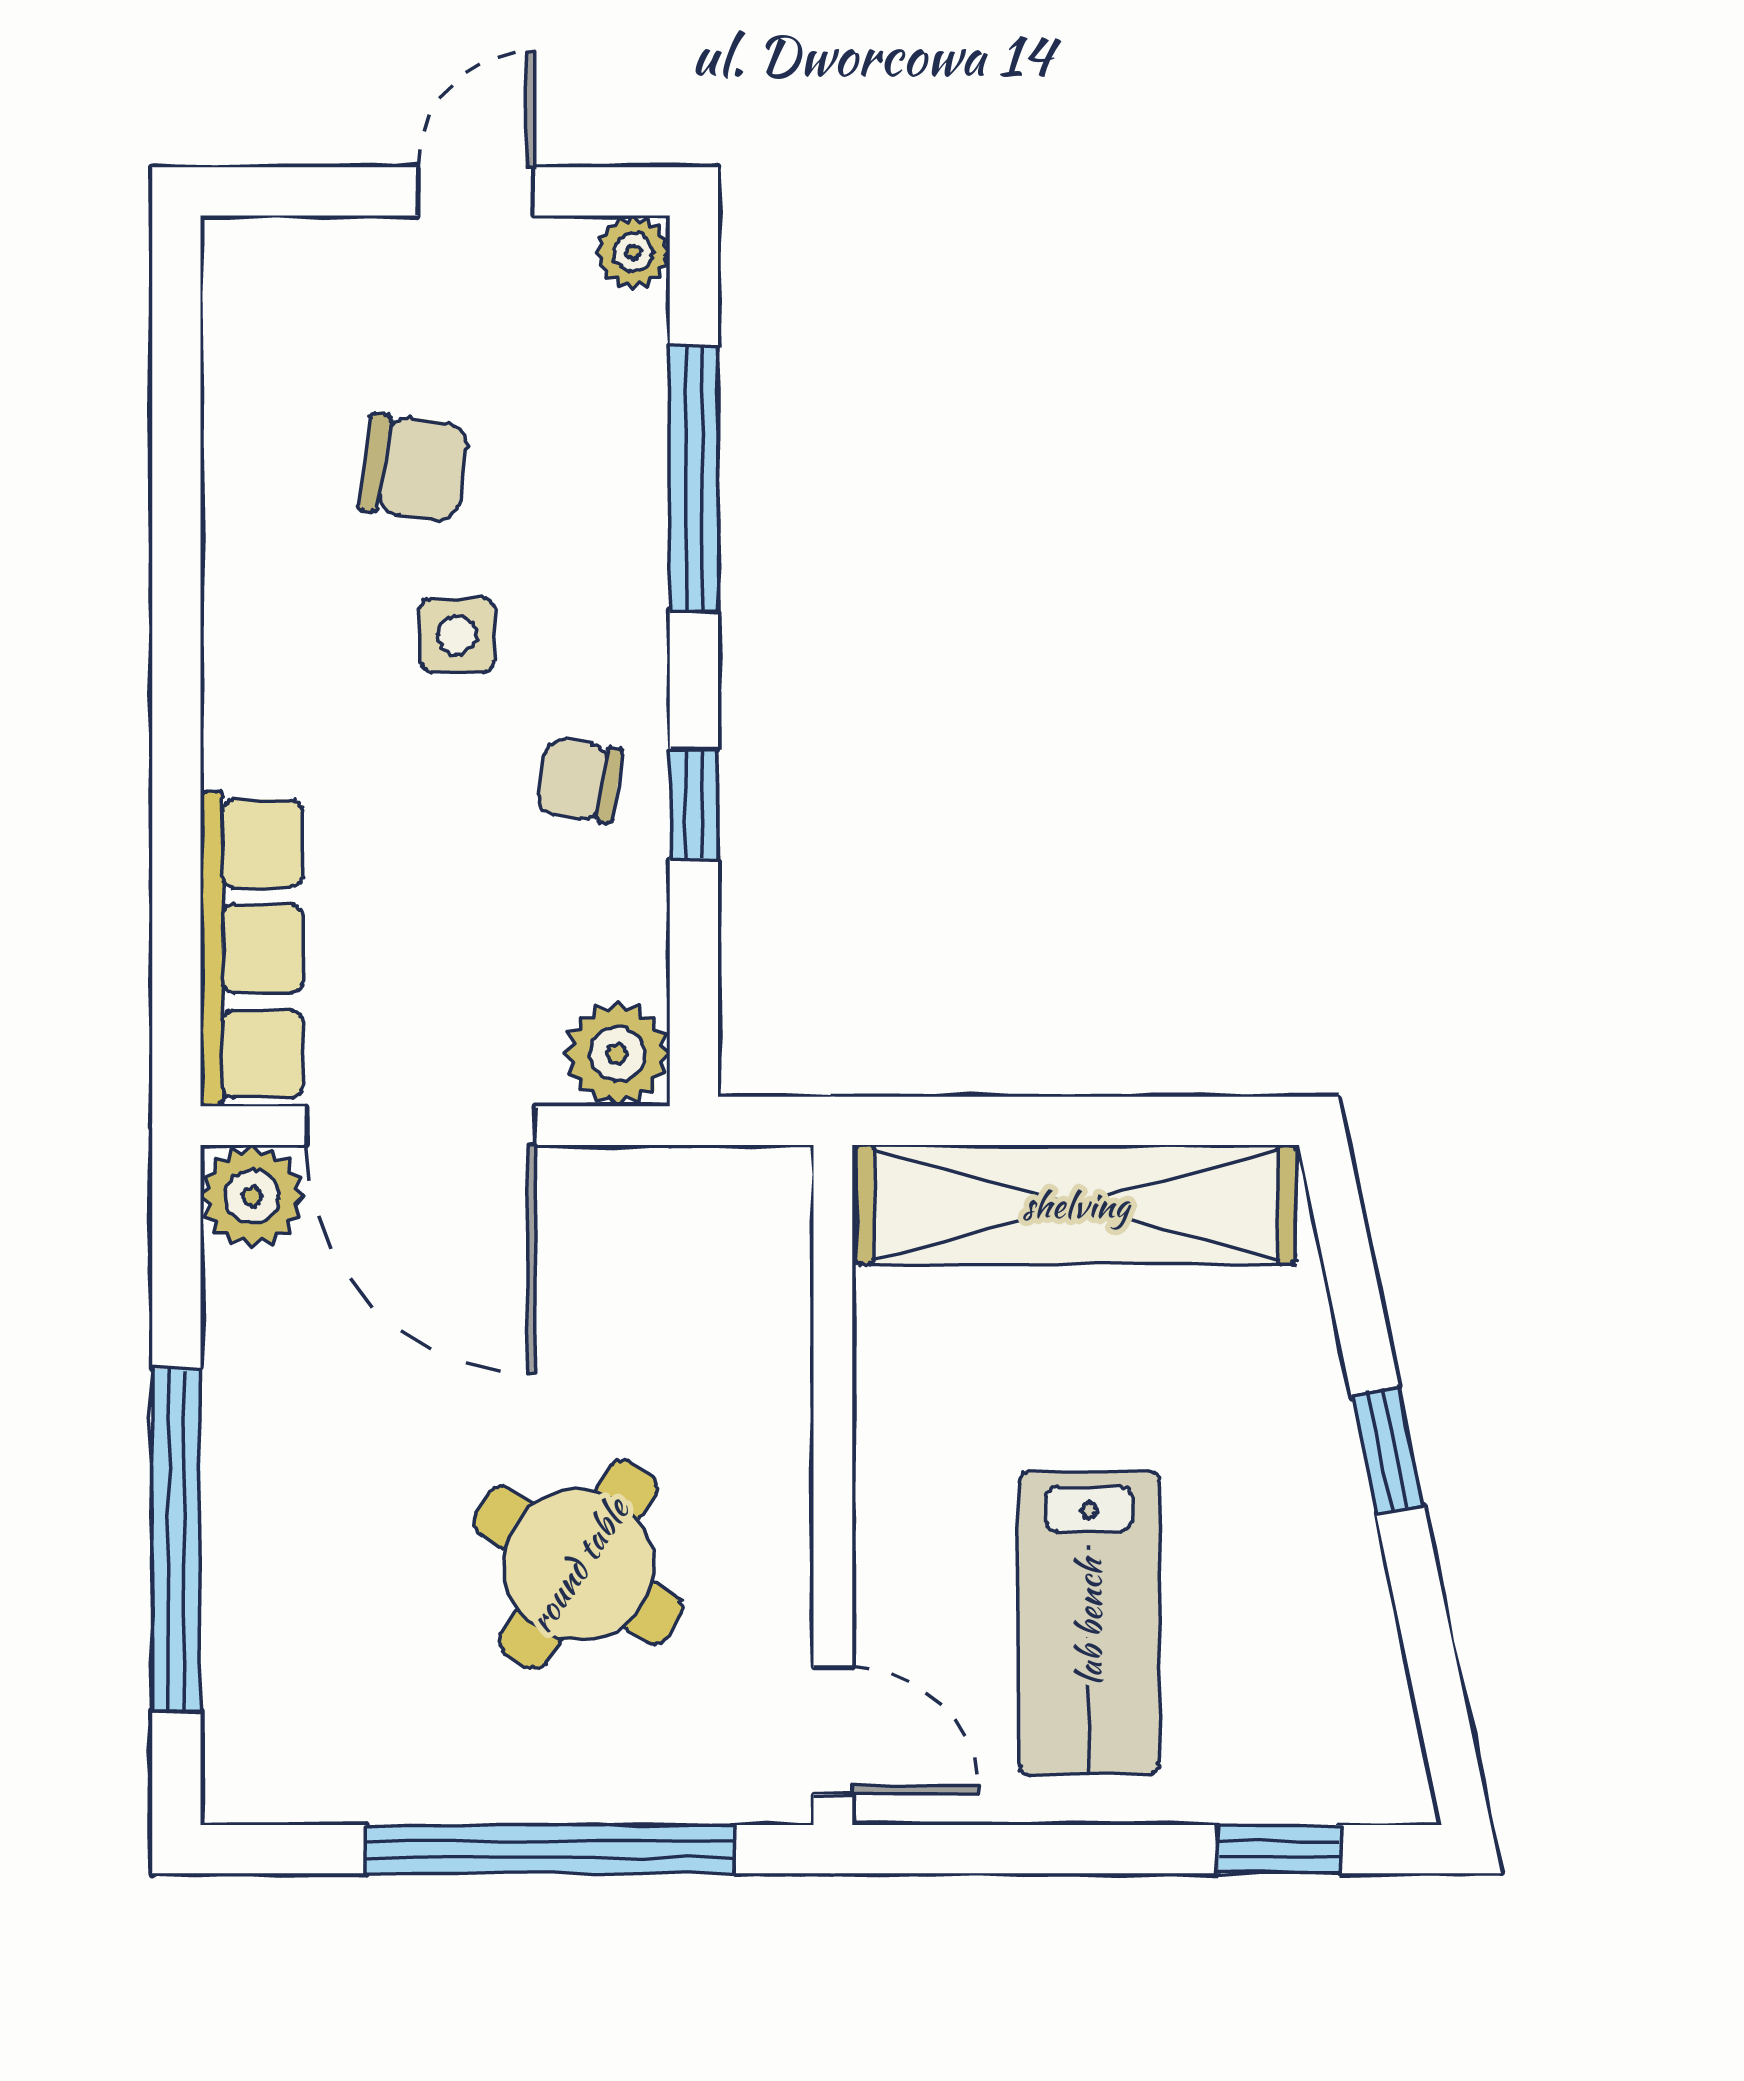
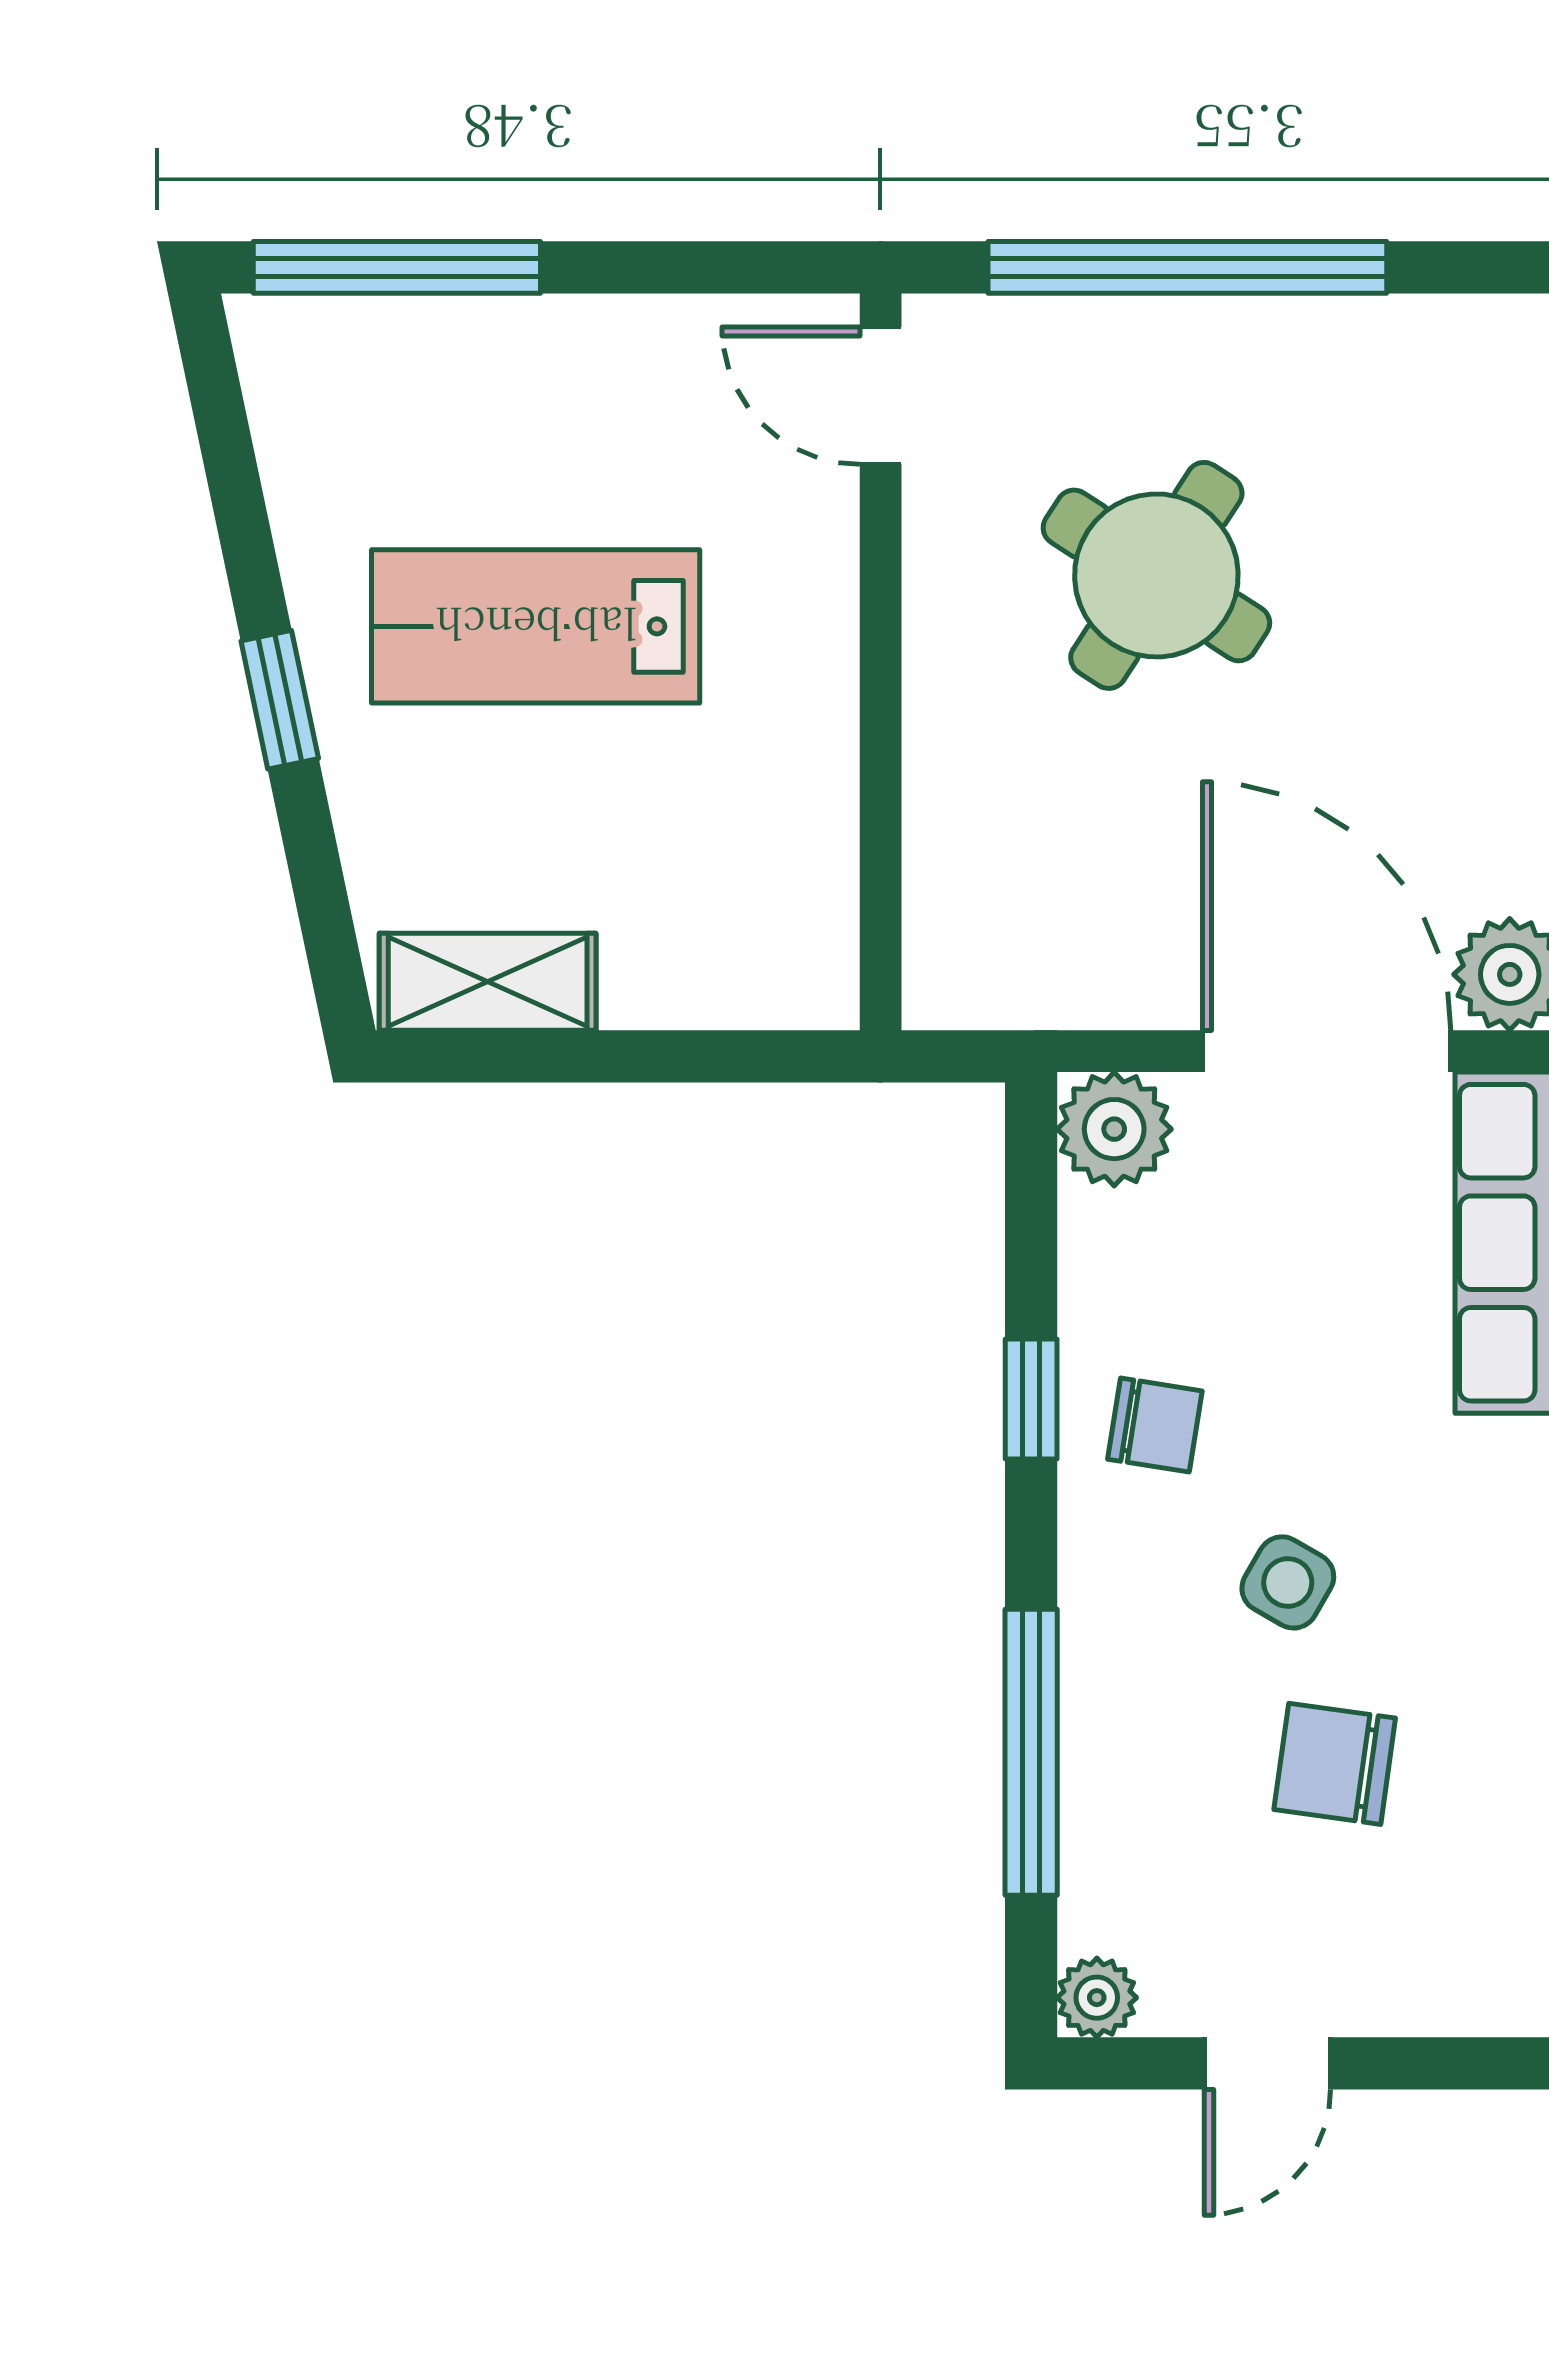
side table: (457, 635) -> (1288, 1582), turned 30
shelving: (1076, 1205) -> (488, 982), width x0.45, depth x0.75
lab bench: (1089, 1622) -> (536, 626), moved, turned -90
window: (1279, 1849) -> (397, 267), width x2.17

